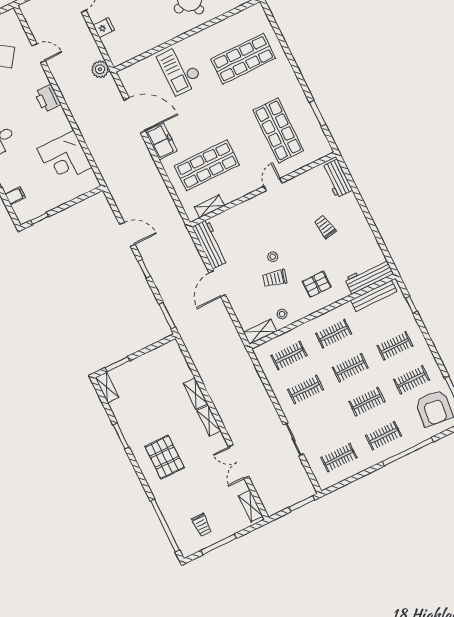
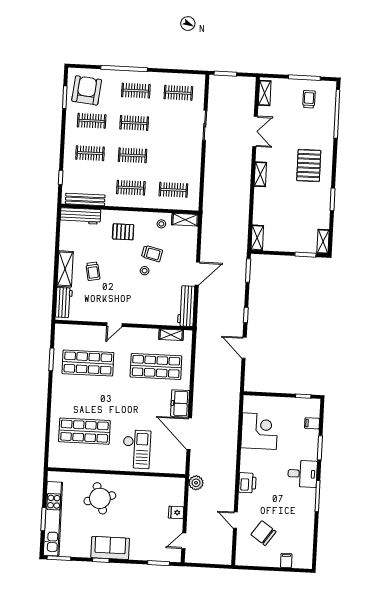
shop shelf: (278, 130) -> (88, 363), turned 90
shelving: (355, 214) -> (65, 269), added
clothes rail: (306, 390) -> (175, 157), removed
shelving: (196, 394) -> (257, 238), moved

